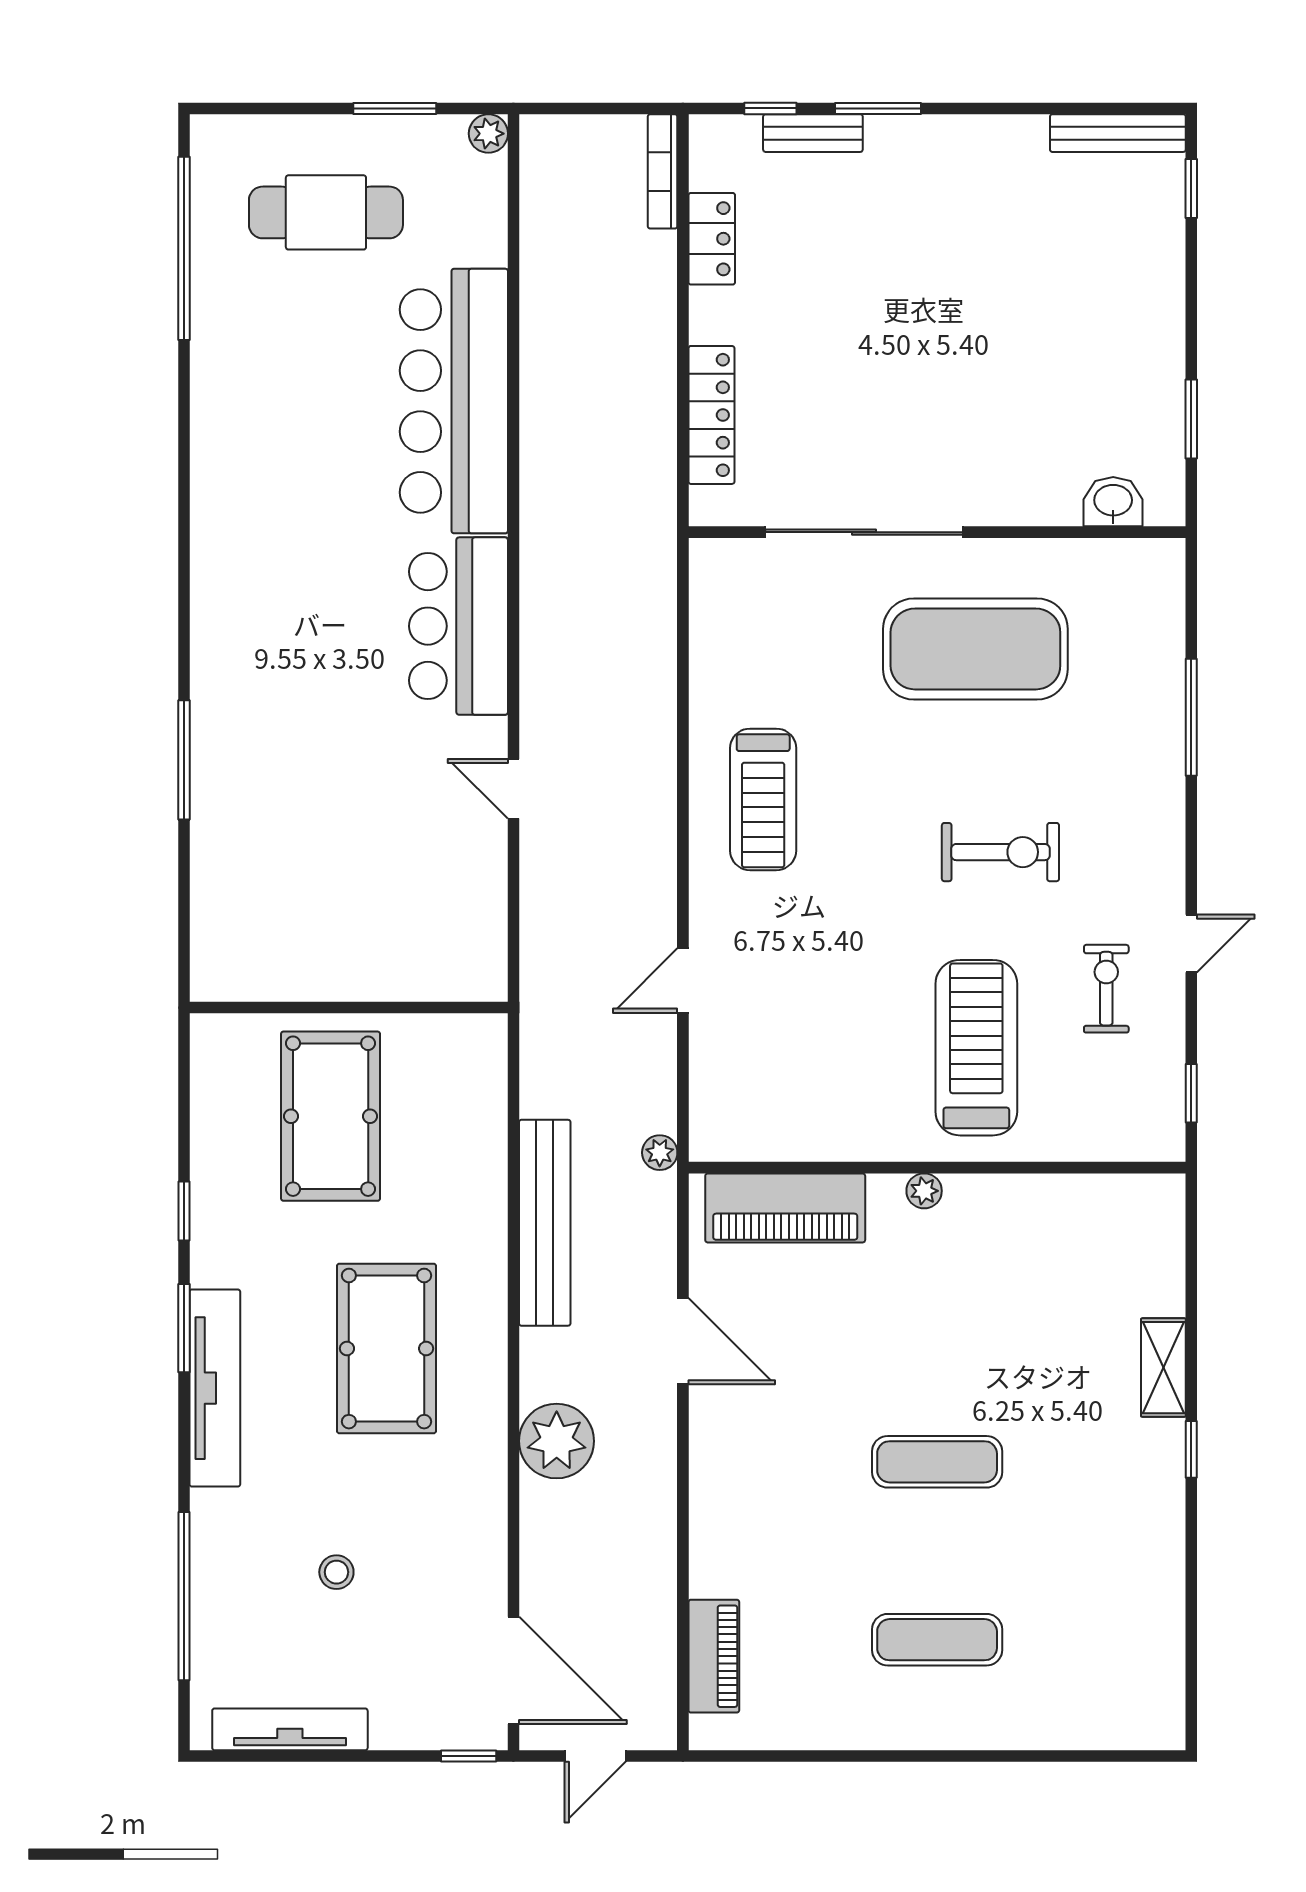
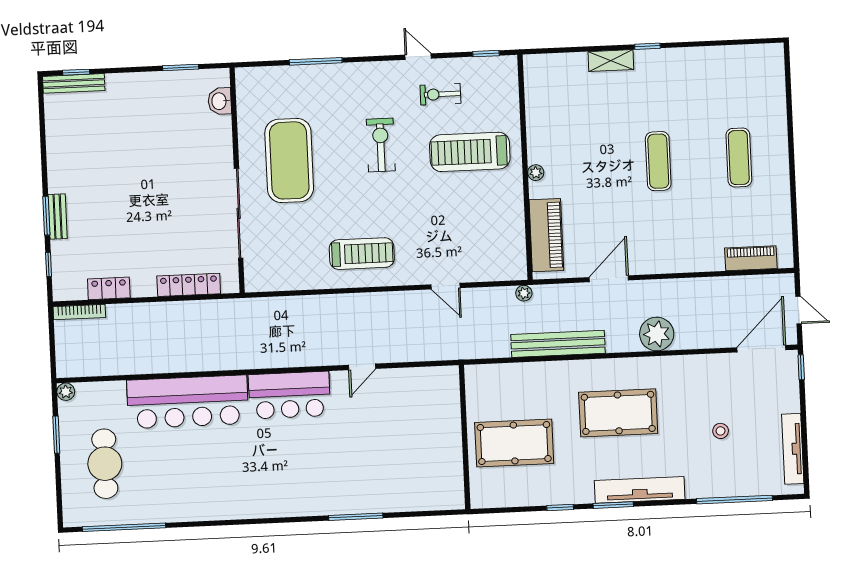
bench: (813, 133) -> (58, 216), moved
bench: (1118, 133) -> (74, 83), moved, turned 90

